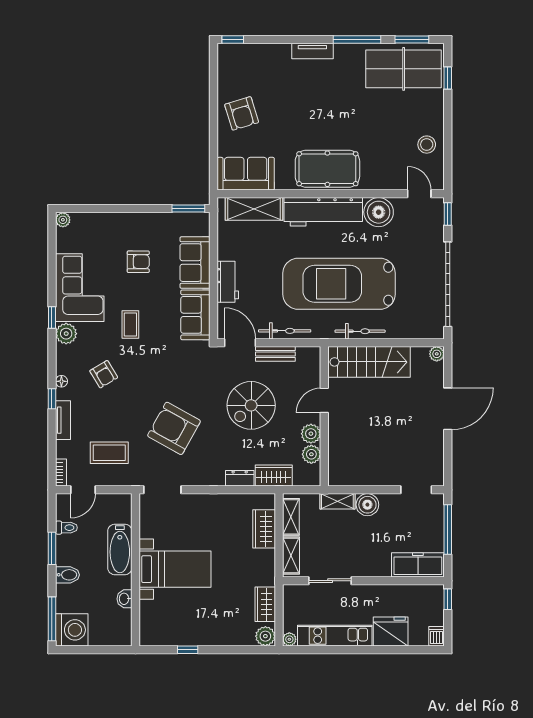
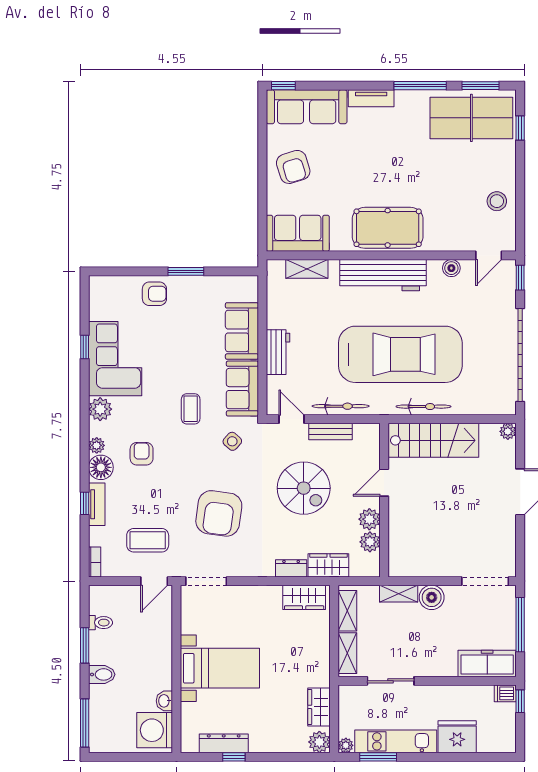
sofa: (254, 59) -> (307, 107), added
door: (419, 194) -> (489, 255), swing flipped
window: (188, 208) -> (186, 271), moved
shelving: (254, 209) -> (307, 269), width x0.67, depth x0.75
boiler: (379, 212) -> (451, 268), width x0.54, depth x0.54
plant: (63, 220) -> (97, 445), moved
armchair: (138, 262) -> (154, 294), moved
car: (339, 284) -> (400, 354), turned 180
window: (52, 318) -> (85, 347), moved
coffee table: (130, 325) -> (191, 409), moved
door: (240, 343) -> (291, 419), width x0.73
side table: (186, 363) -> (232, 441), added
armchair: (104, 374) -> (142, 454), turned -149
floor lamp: (61, 381) -> (101, 467), width x1.89, depth x1.89
window: (52, 399) -> (85, 503), moved
spiral stairs: (251, 405) -> (304, 488), turned -90
armchair: (174, 428) -> (219, 513), turned -111
door: (83, 490) -> (154, 581), moved
doorway: (416, 490) -> (485, 581), width x1.38
wardrobe: (264, 529) -> (304, 597), moved, turned -90
bathtub: (120, 549) -> (159, 647), removed
washing machine: (72, 630) -> (155, 730), moved, turned 180
dishwasher: (436, 636) -> (505, 693), moved, turned -90
dresser: (178, 637) -> (224, 743), added
window: (319, 650) -> (378, 757), added

